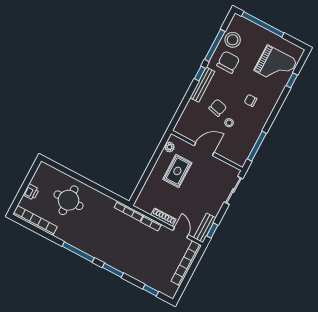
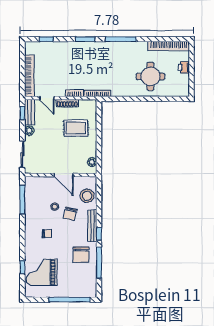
stool: (233, 40) -> (87, 196), moved
door: (204, 149) -> (64, 175), hinge flipped
rug: (177, 171) -> (76, 128), moved, turned 90
plant: (214, 210) -> (29, 131), added

